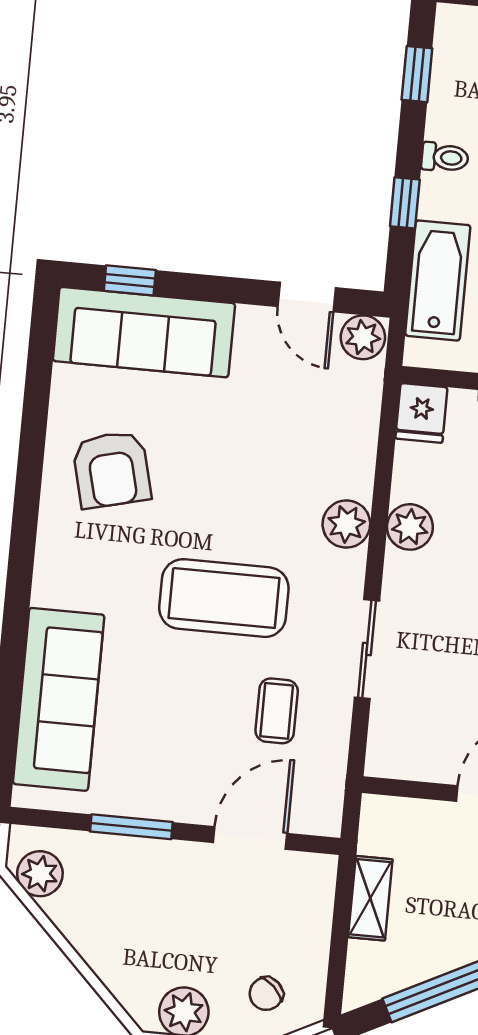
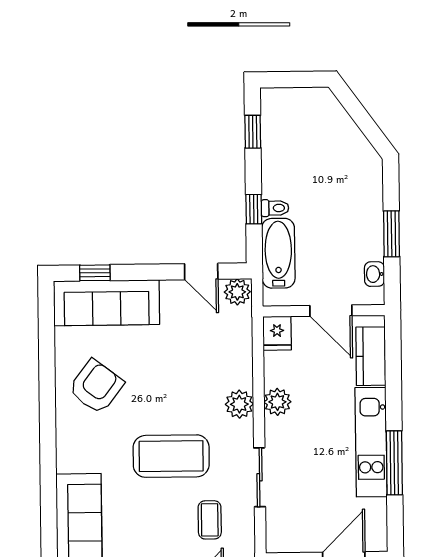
toilet: (445, 157) -> (275, 208), moved
armchair: (112, 469) -> (96, 387), turned -129

